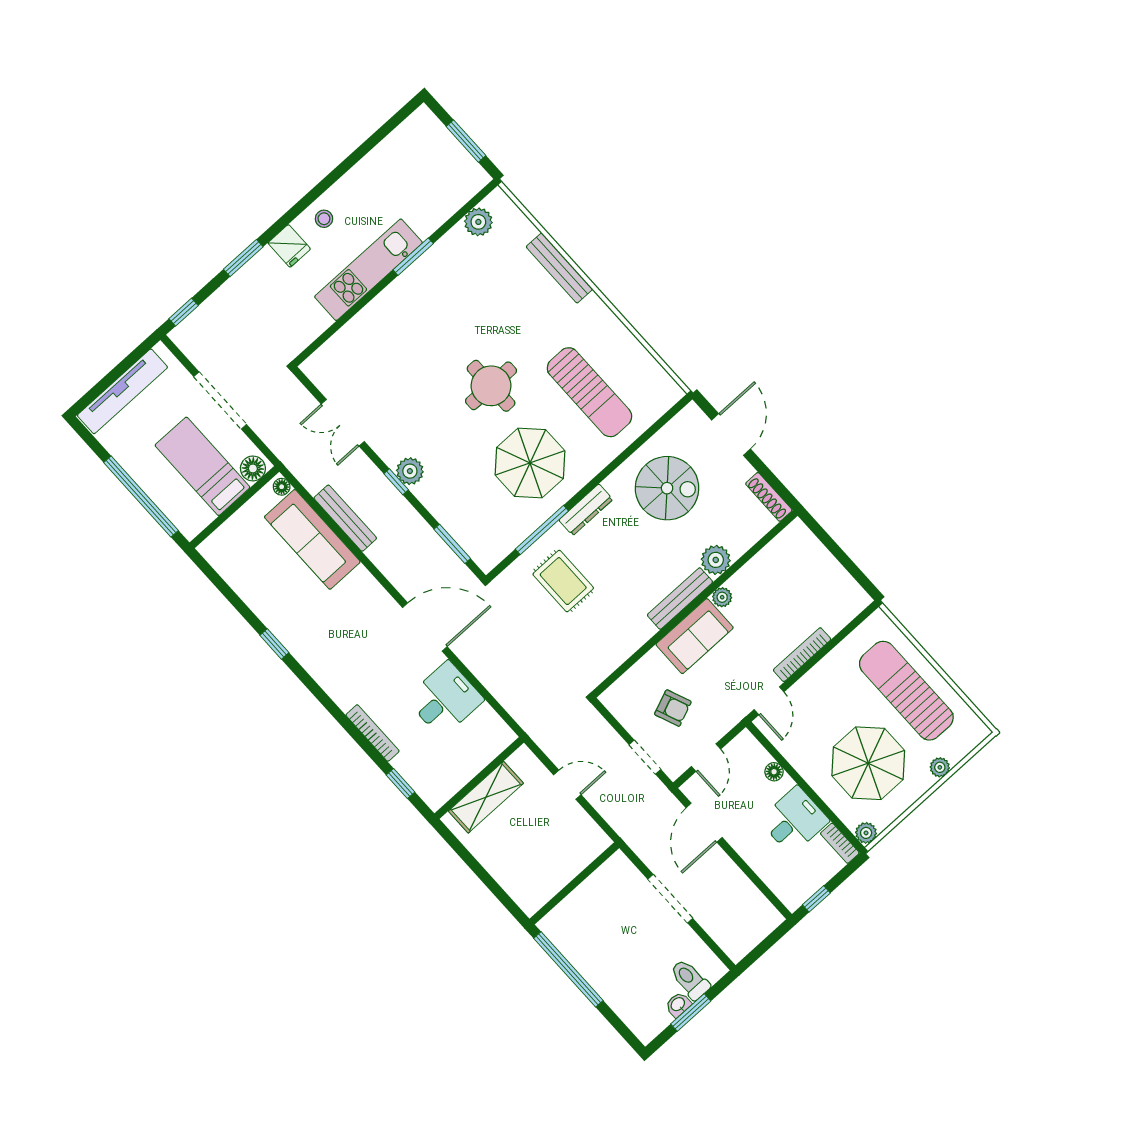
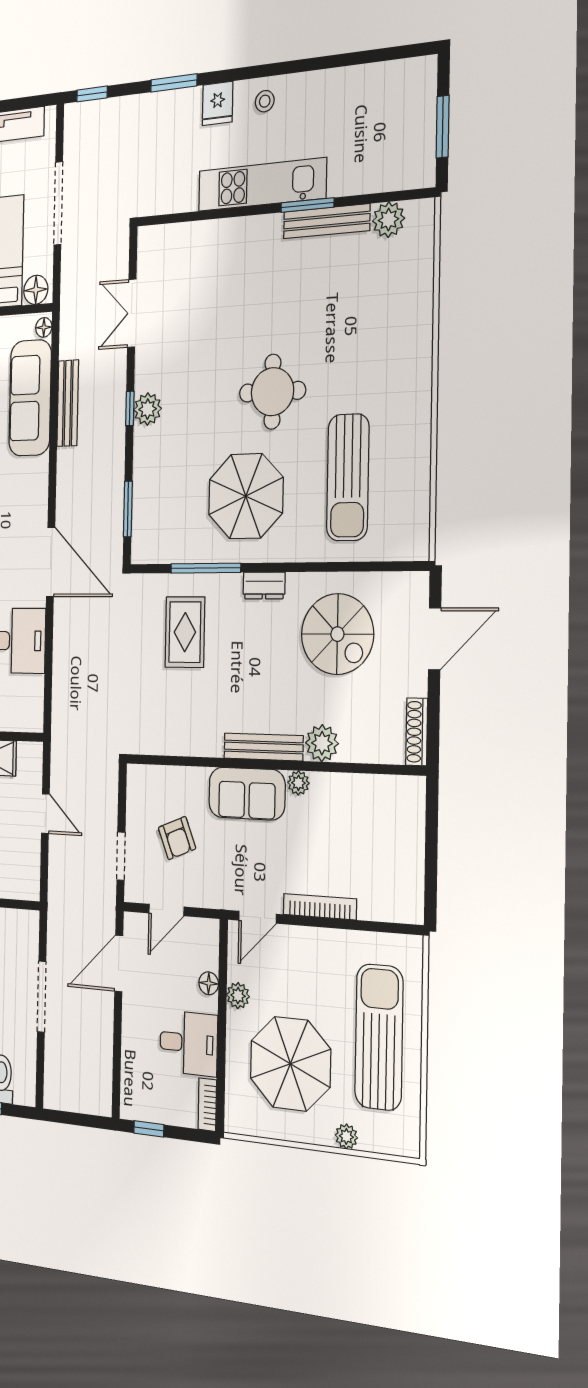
bench: (559, 268) -> (327, 221), moved, turned 90
dresser: (586, 510) -> (264, 586), width x0.70
plant: (866, 833) -> (238, 996), moved

